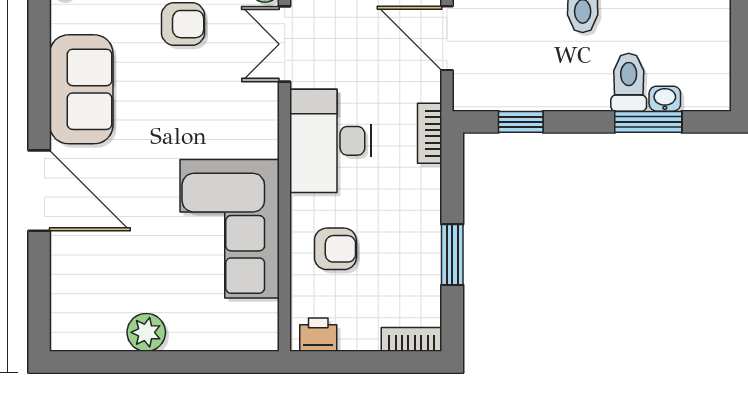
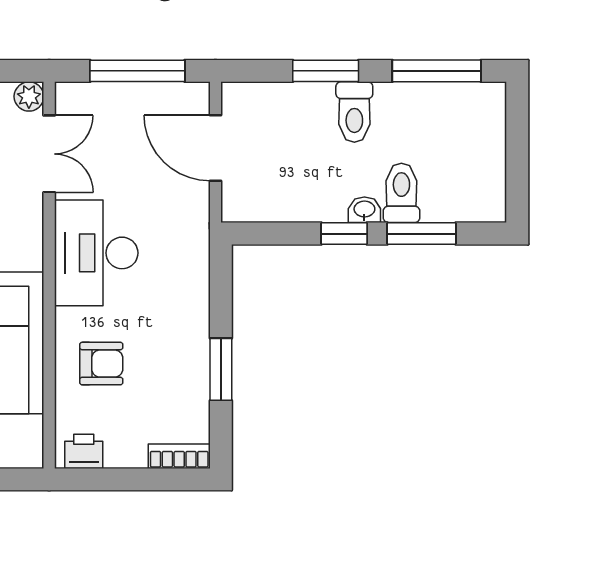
double door: (285, 44) -> (49, 154), swing flipped
washbasin: (665, 99) -> (364, 210), moved
window: (521, 122) -> (344, 234), moved
bookcase: (430, 133) -> (198, 245), removed

